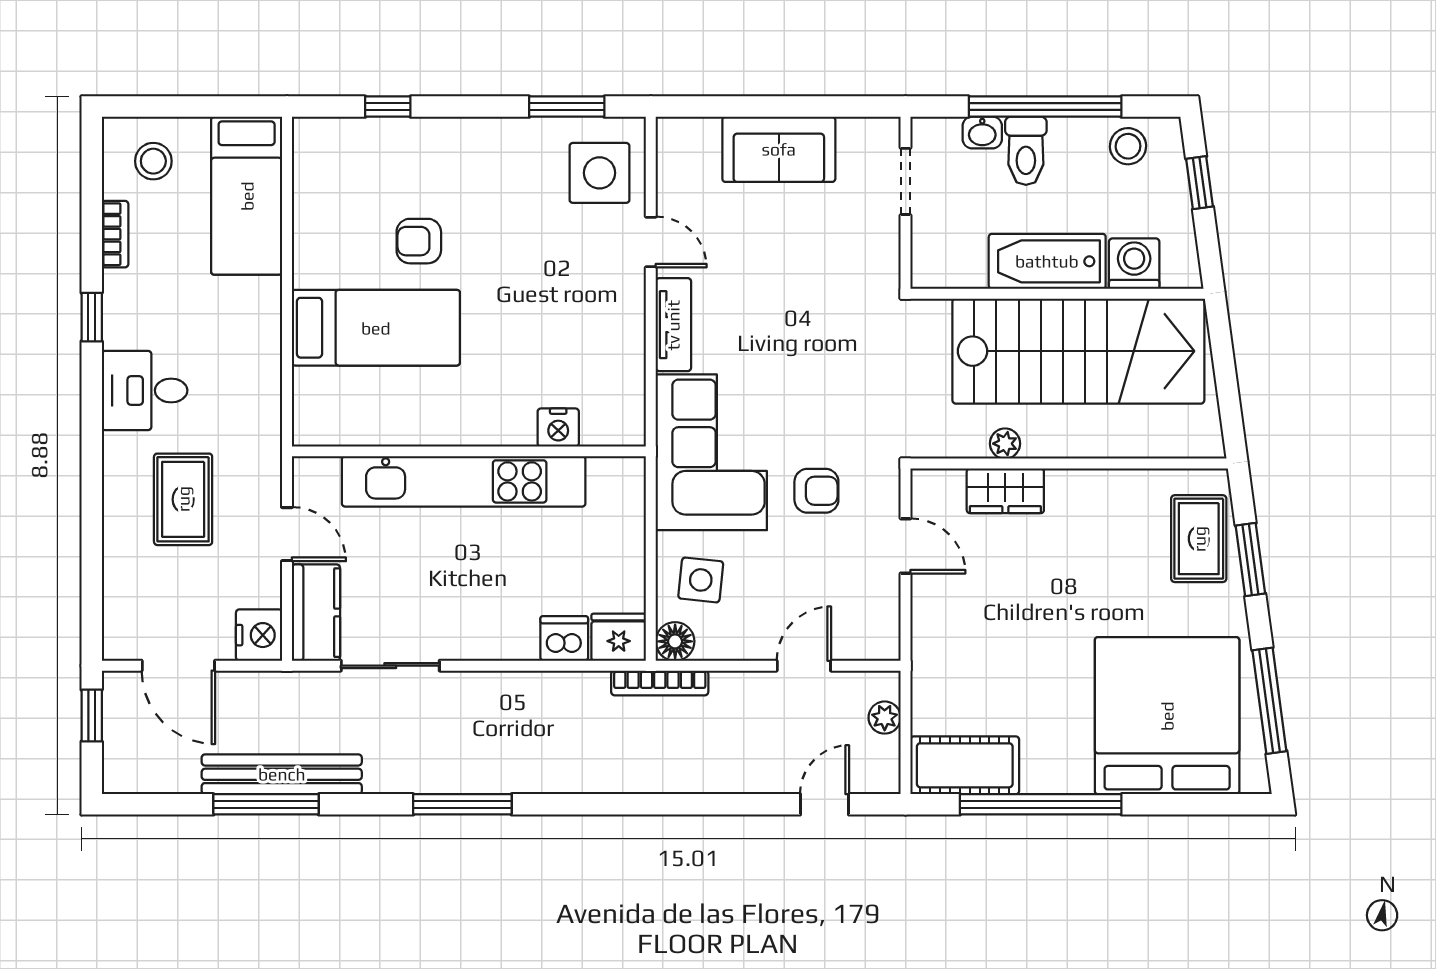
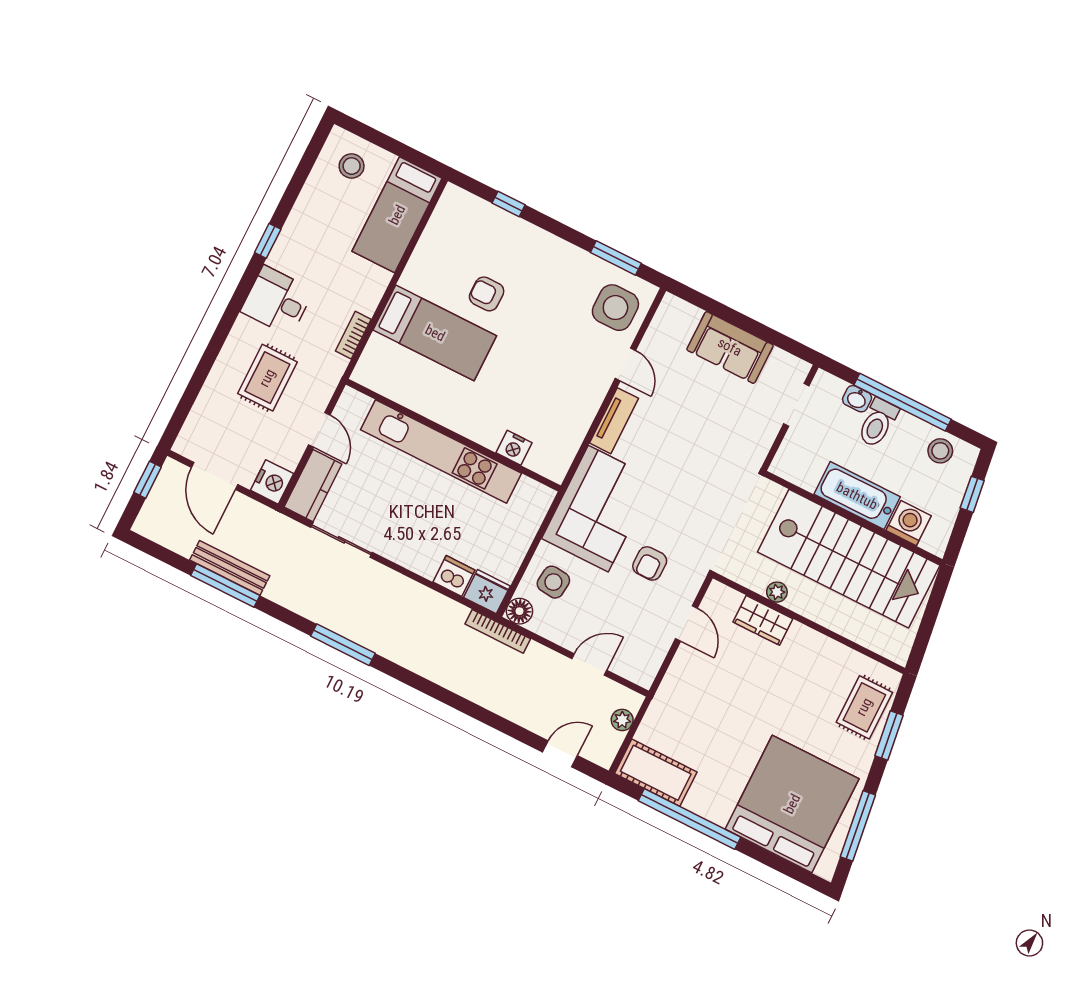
bookcase: (115, 234) -> (353, 335), moved, turned 180
armchair: (816, 491) -> (650, 563), turned 90
bench: (282, 774) -> (230, 568), width x0.73, depth x0.82

